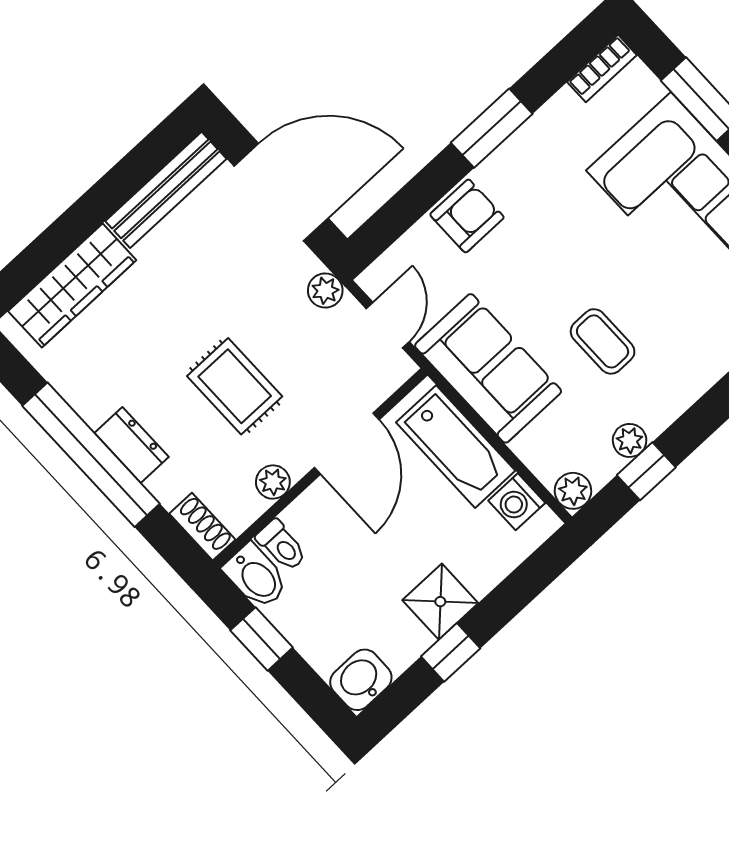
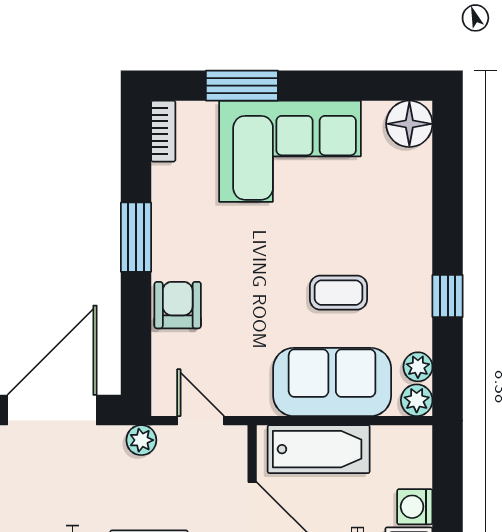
sofa: (488, 368) -> (332, 382), moved
plant: (630, 440) -> (418, 367), moved
window: (646, 471) -> (448, 296), moved
washing machine: (517, 502) -> (415, 507), moved, turned 90

